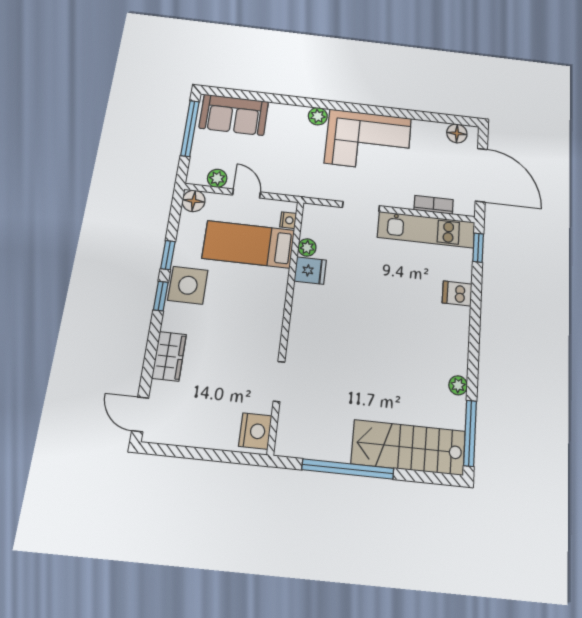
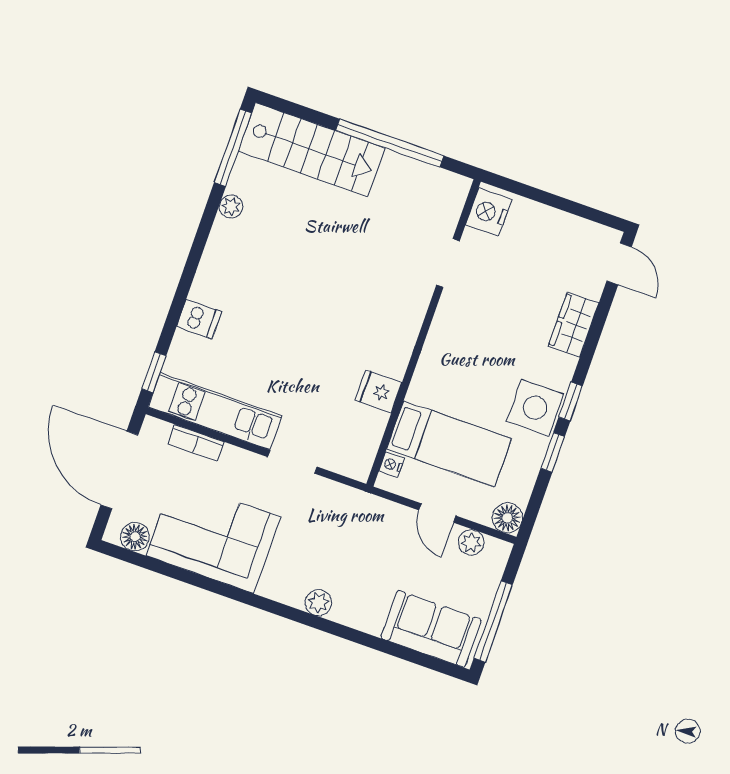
corner sofa: (368, 141) -> (213, 536), moved
plant: (307, 247) -> (375, 423), removed

